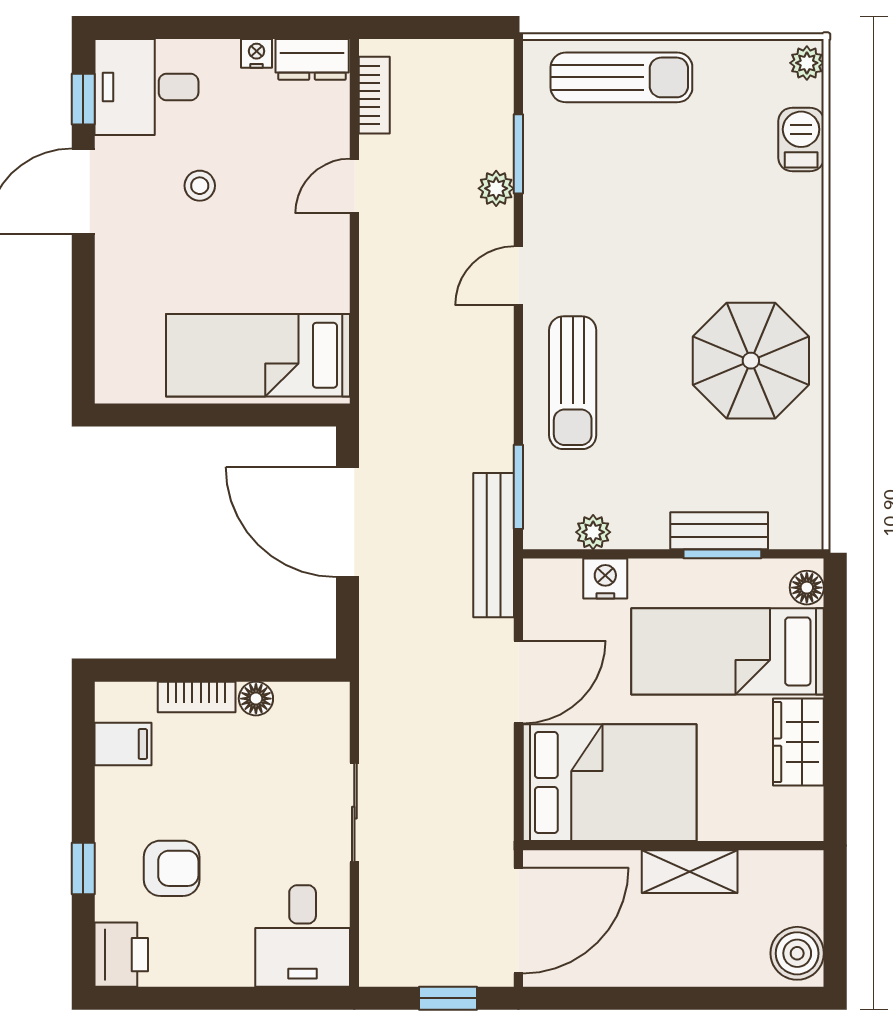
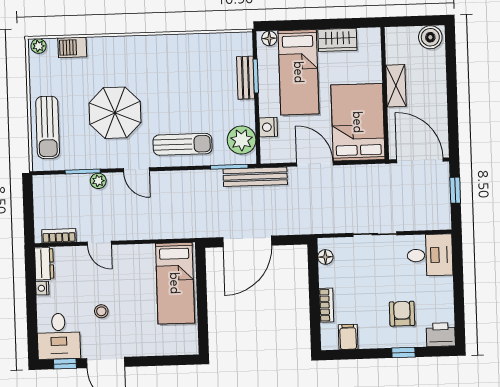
sun lounger: (621, 77) -> (48, 127), turned 180
parasol: (751, 361) -> (115, 113), moved
plant: (593, 532) -> (242, 140), width x1.87, depth x1.87
floor lamp: (256, 699) -> (325, 257), moved

